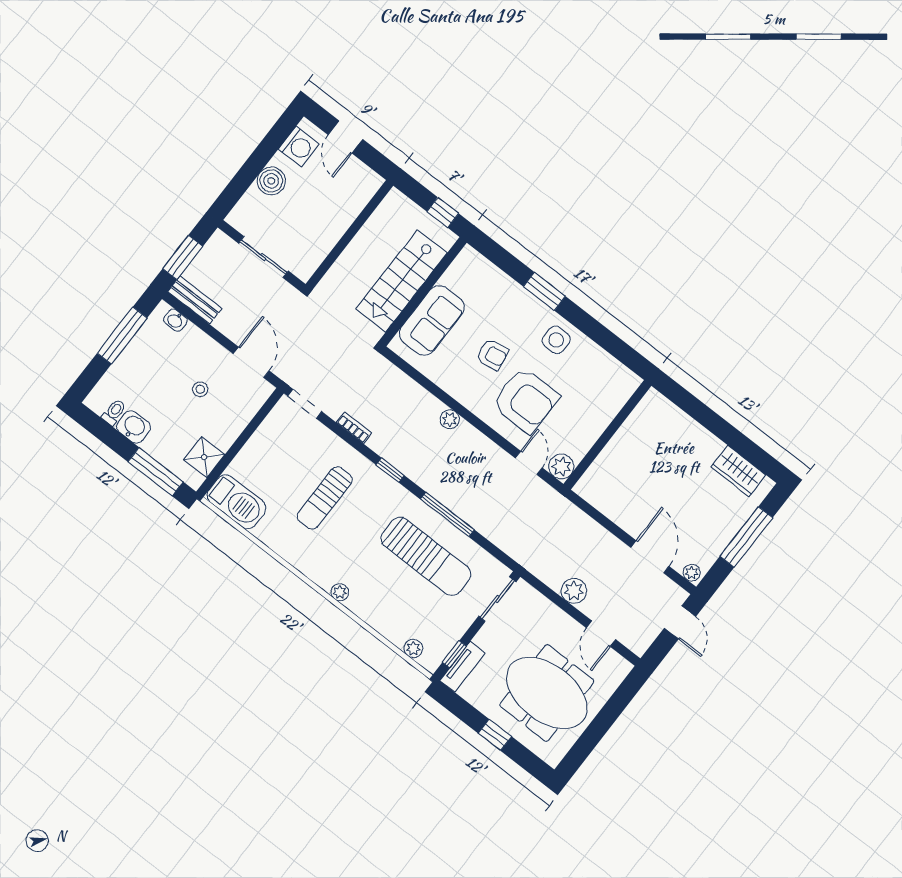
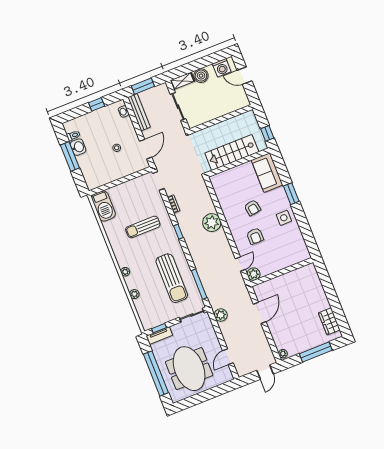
door: (345, 137) -> (244, 76), hinge flipped
shelving: (245, 209) -> (182, 81), added
bench: (195, 300) -> (139, 112), width x1.36
sofa: (432, 320) -> (267, 173), moved, turned 90
window: (122, 335) -> (97, 104), width x0.46
armchair: (526, 400) -> (255, 236), width x0.53, depth x0.53
plant: (450, 419) -> (212, 223), width x1.87, depth x1.87
shower: (204, 457) -> (101, 178), removed
window: (156, 472) -> (70, 156), moved
window: (447, 514) -> (199, 284), moved
door: (650, 557) -> (260, 313), moved
plant: (574, 591) -> (221, 315), moved
plant: (413, 649) -> (134, 294), moved
window: (495, 735) -> (156, 373), width x3.17

